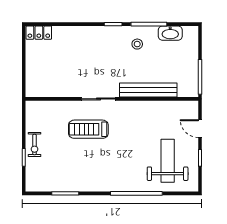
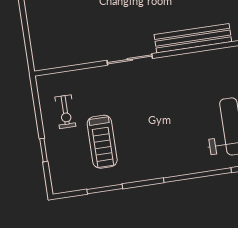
treadmill: (88, 129) -> (102, 142), moved, turned -90
exercise bike: (35, 144) -> (65, 112), moved

